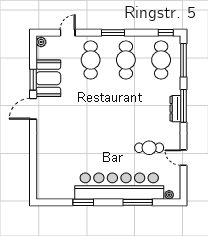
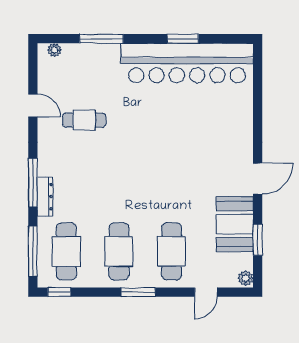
window: (33, 80) -> (258, 240), moved
dresser: (175, 109) -> (45, 197), moved
bar counter: (119, 186) -> (187, 63), moved

